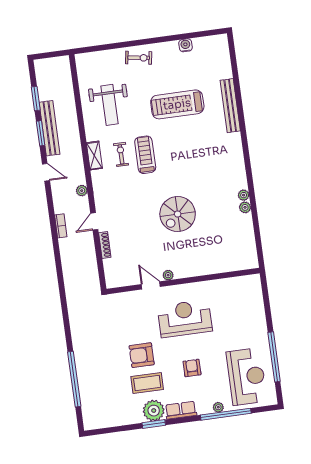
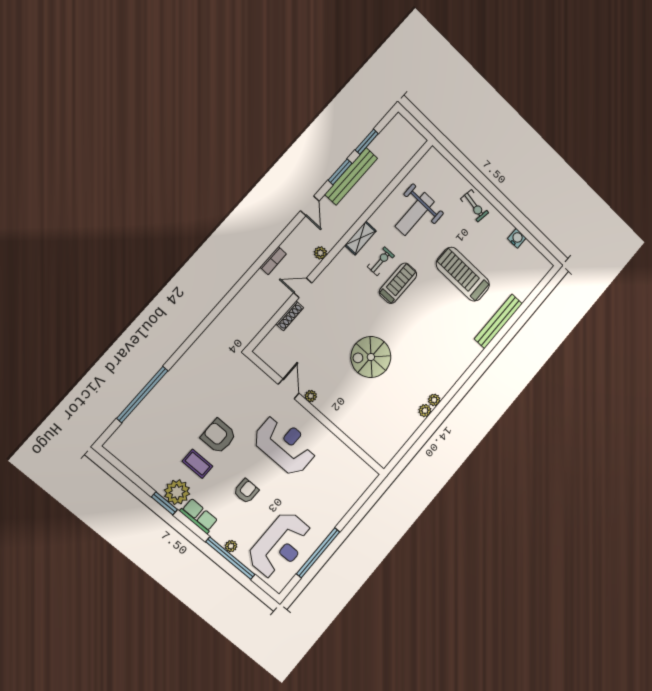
coffee table: (147, 383) -> (197, 464), width x0.73, depth x0.77

